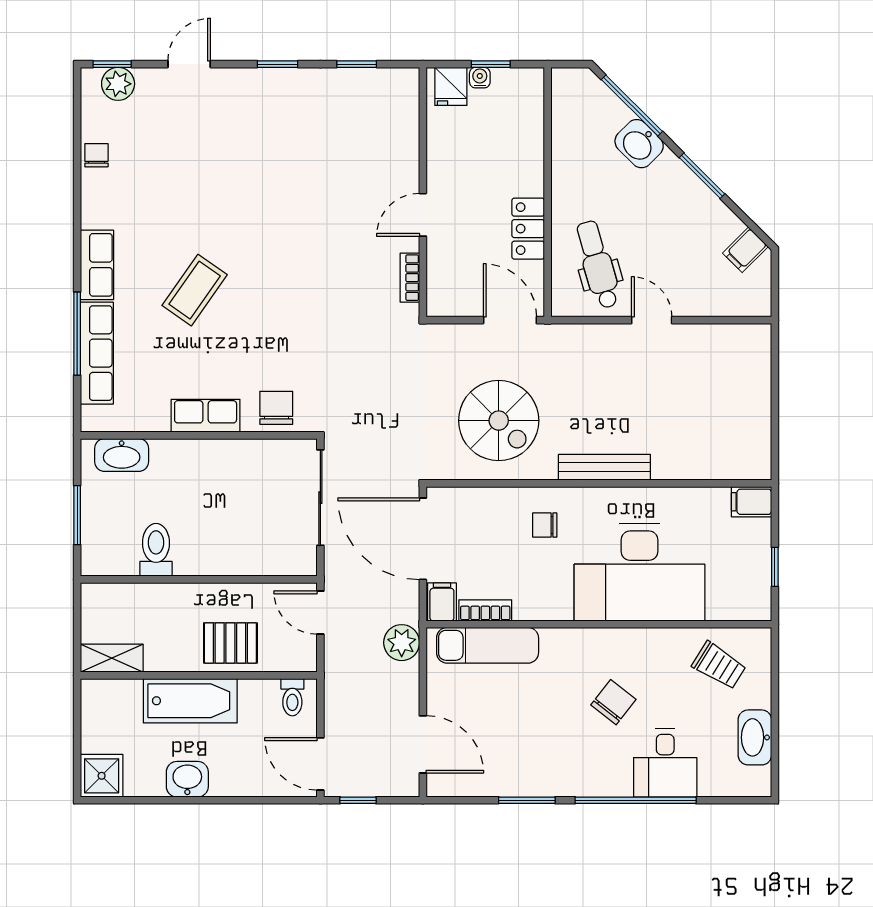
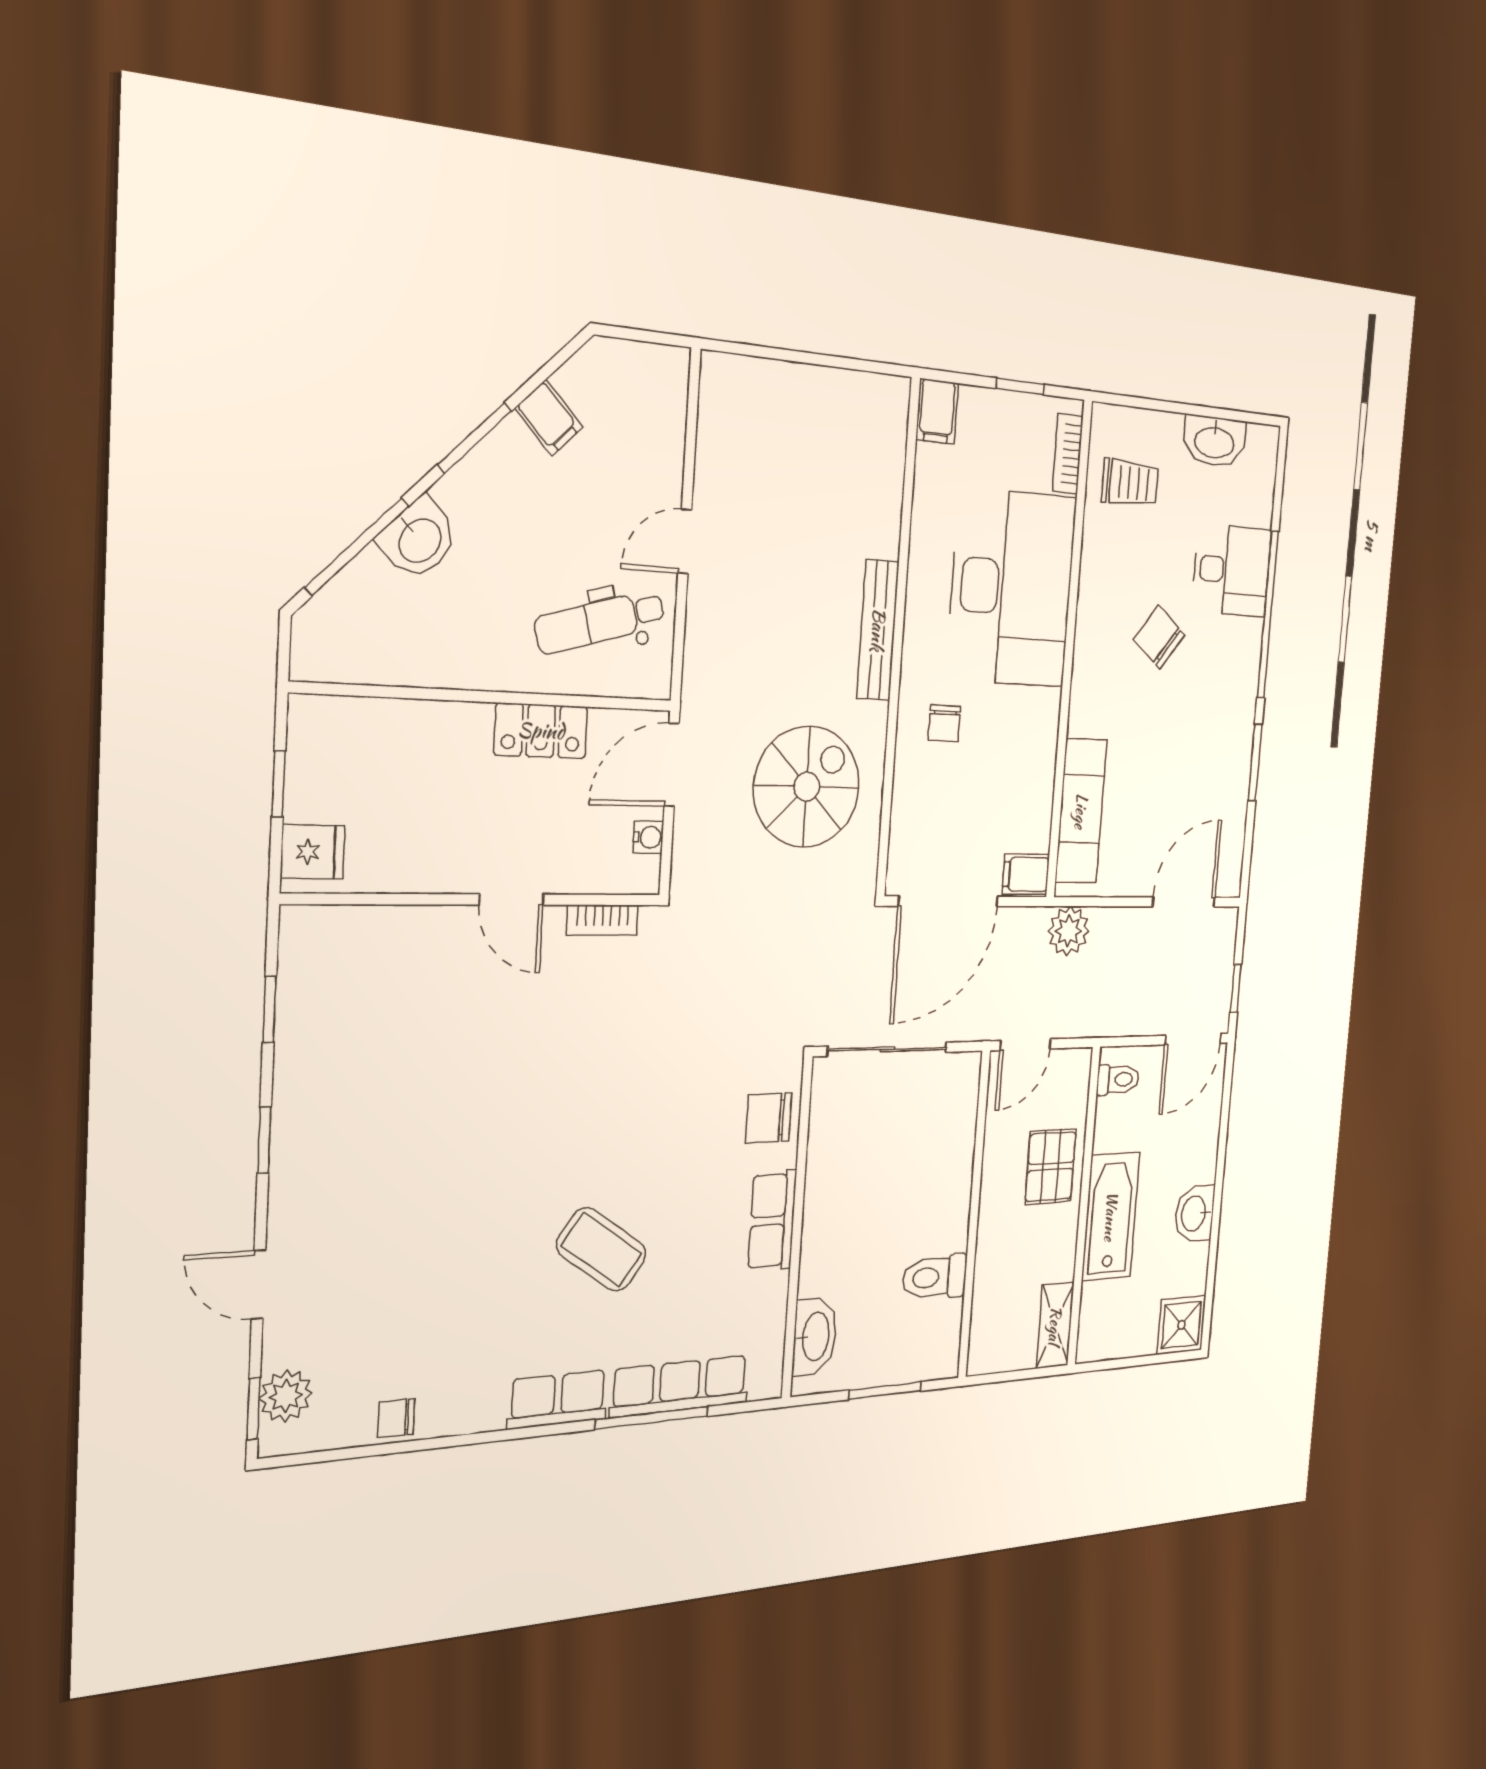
water cooler: (480, 78) -> (648, 837), moved, turned 180
filing cabinet: (745, 250) -> (549, 418), moved
bookcase: (485, 610) -> (1068, 454), moved
trolley: (719, 666) -> (1130, 483), turned 58

